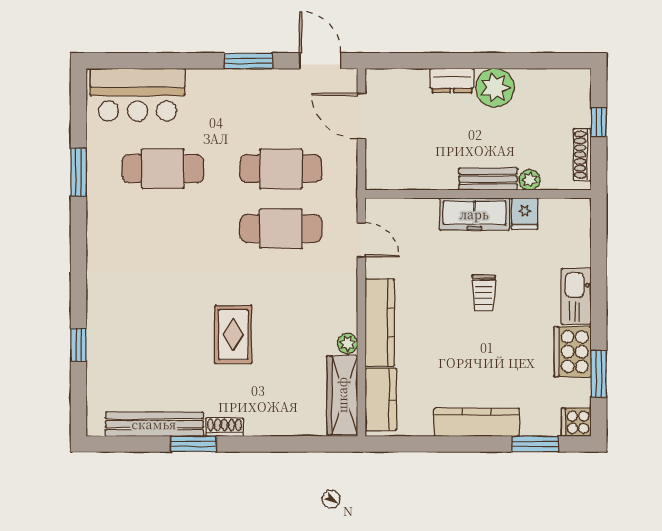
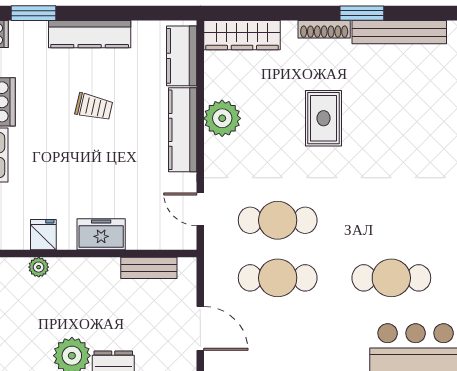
bench: (488, 179) -> (149, 268), moved
freezer: (474, 214) -> (101, 234), width x0.71
trolley: (484, 293) -> (94, 107), moved, turned 103
plant: (347, 344) -> (222, 118), width x1.87, depth x1.87
wardrobe: (342, 395) -> (242, 35), moved, turned 90
shoe rack: (224, 427) -> (324, 29), width x1.43

